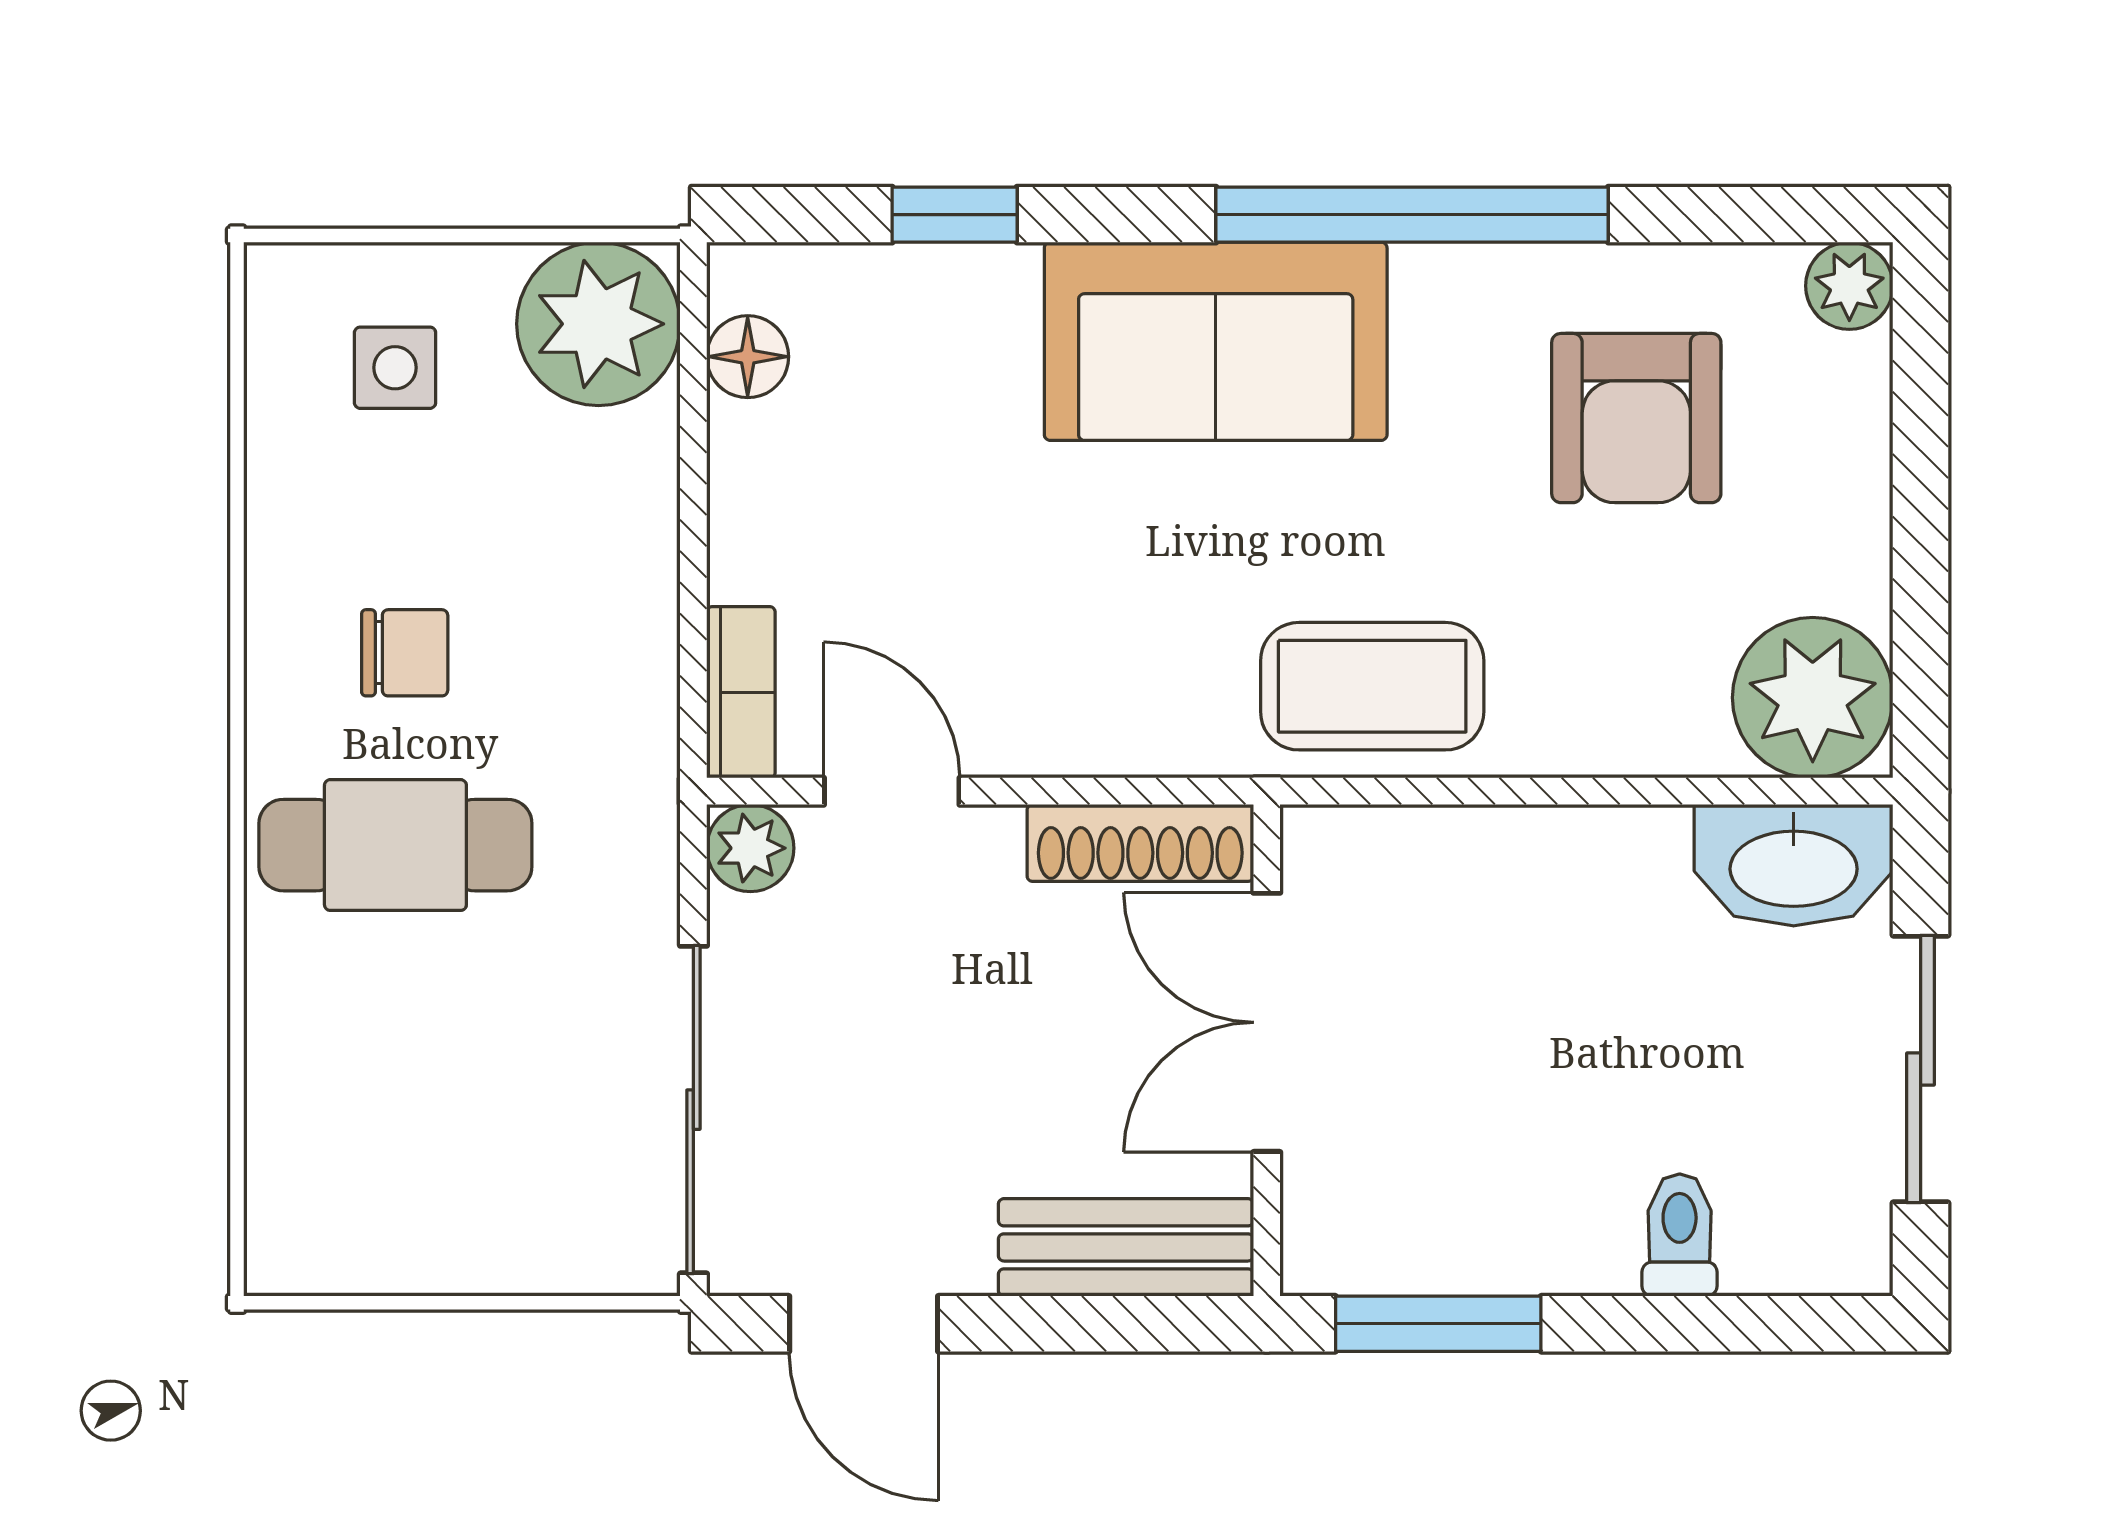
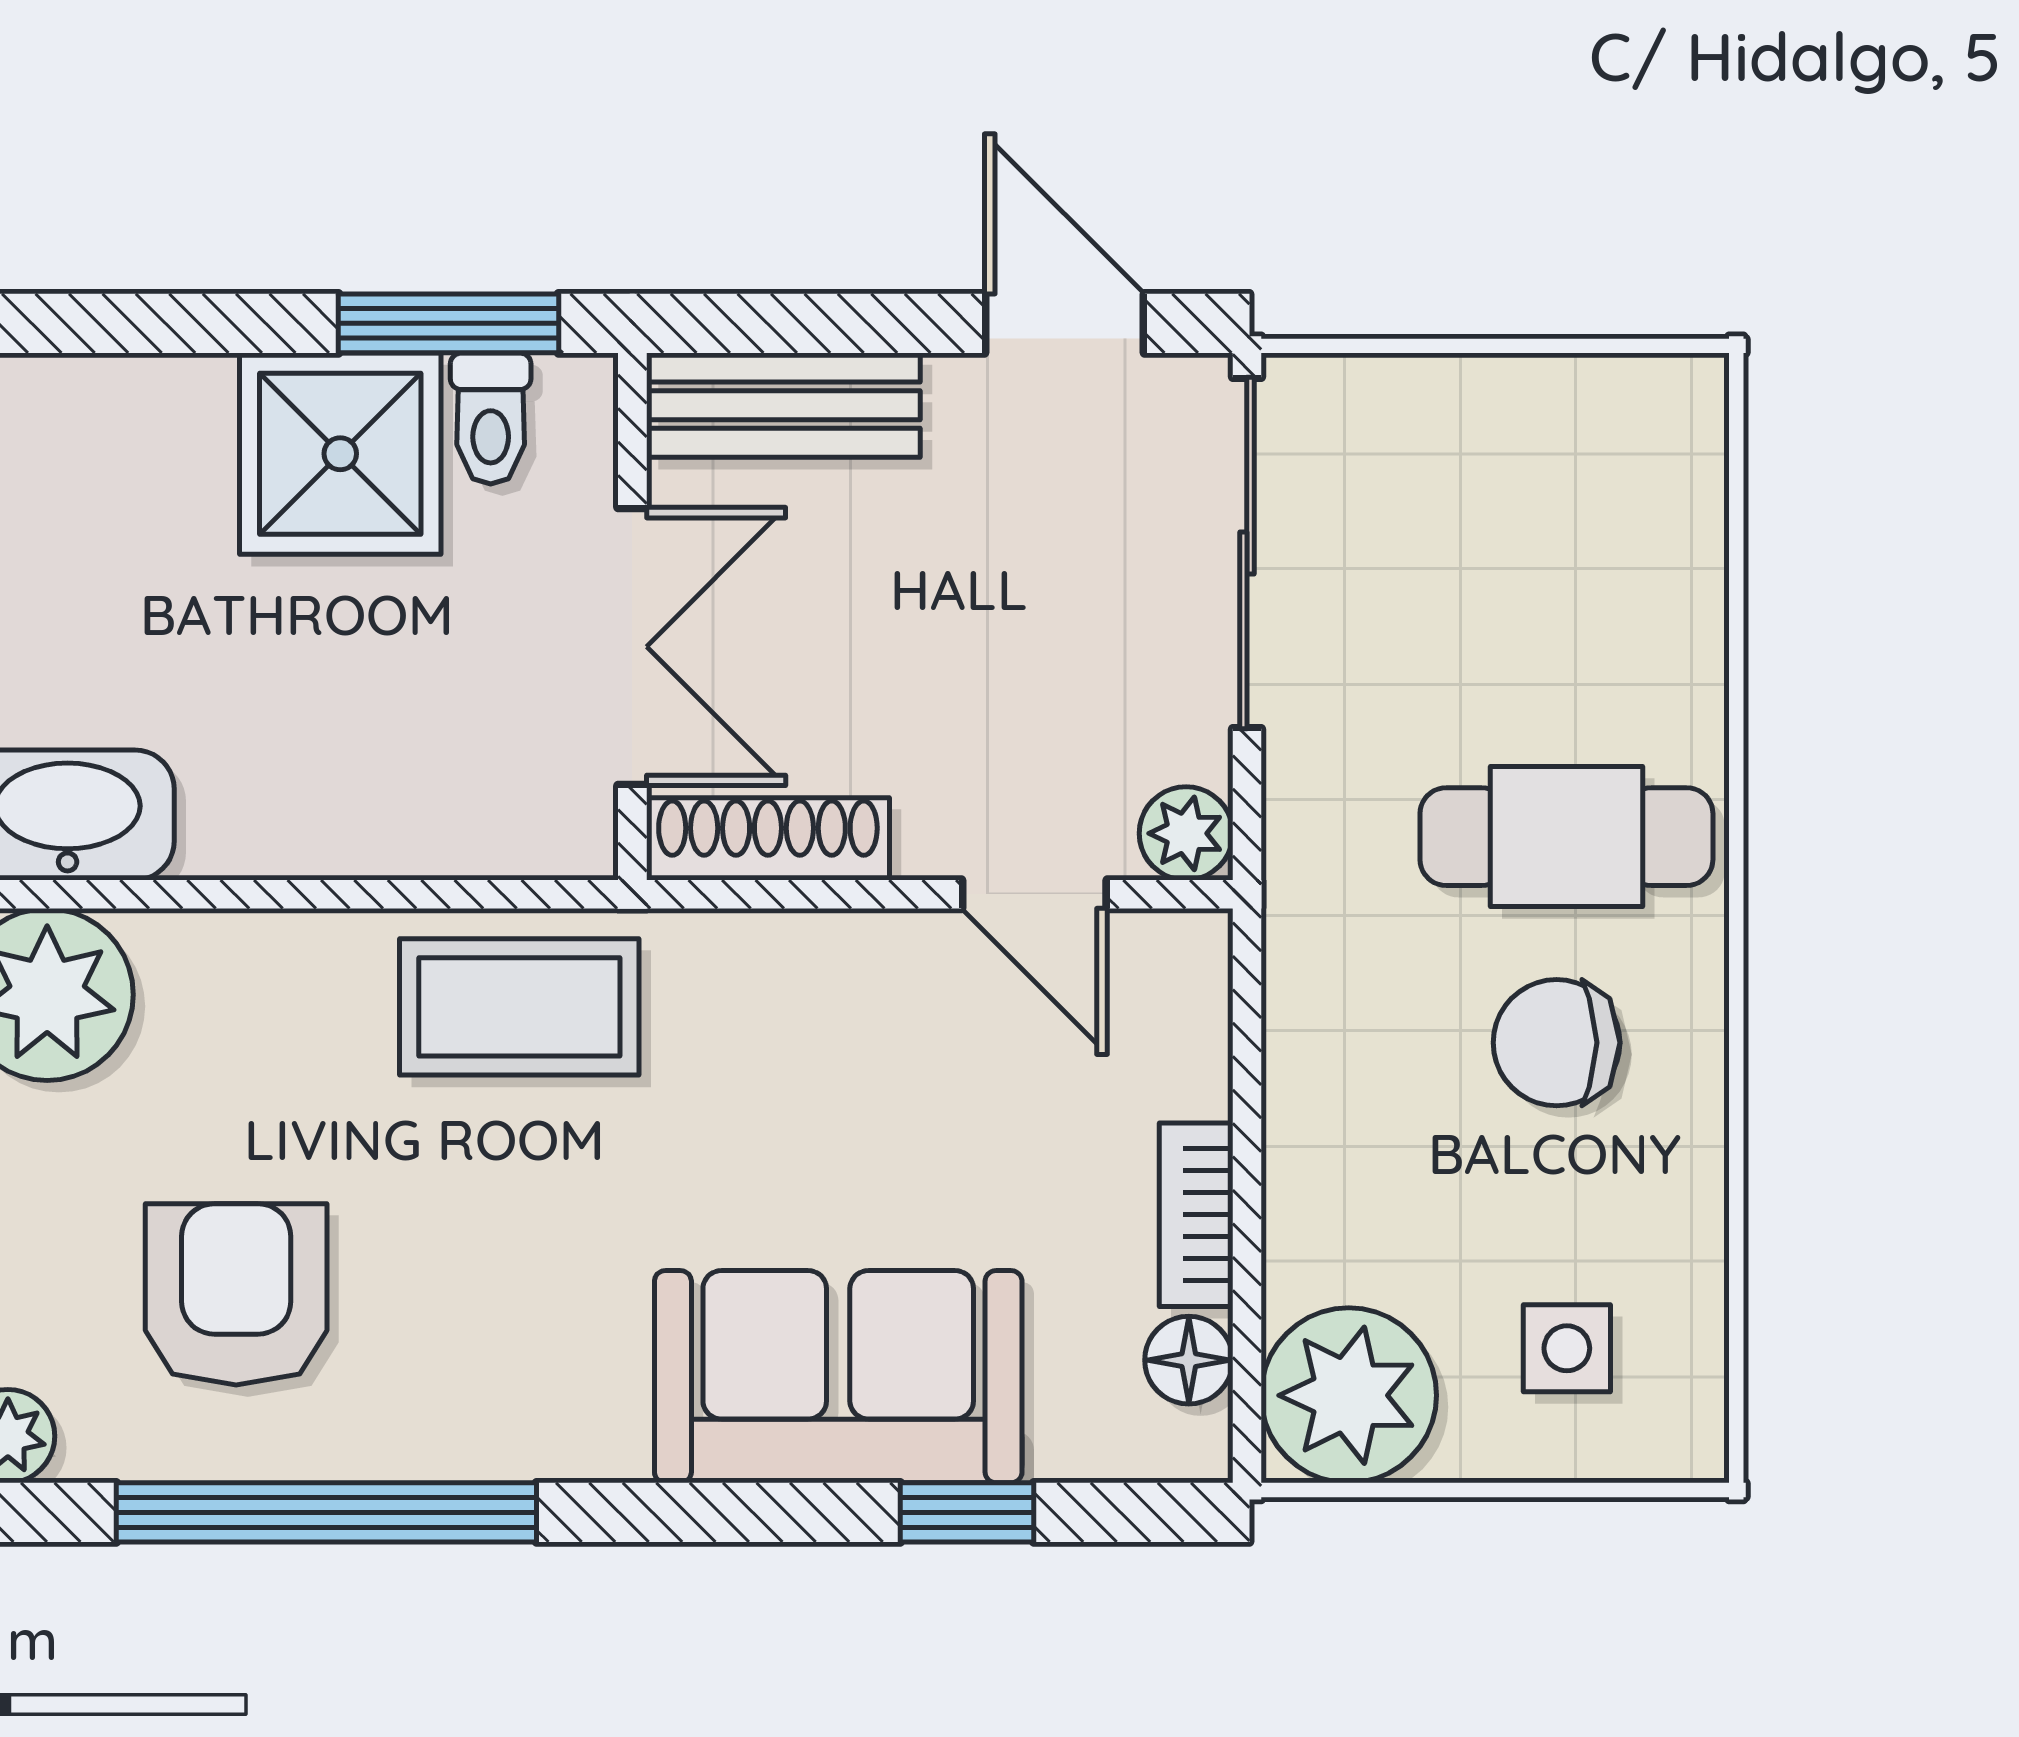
window: (1412, 215) -> (326, 1512), moved
sofa: (1216, 341) -> (838, 1377), moved
chair: (405, 653) -> (1557, 1043), width x1.37, depth x1.37
bookcase: (741, 692) -> (1196, 1215), moved
shower: (1539, 1202) -> (340, 454), added
toilet: (1680, 1235) -> (491, 419), moved

